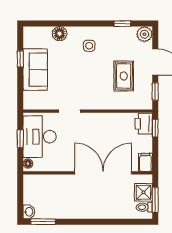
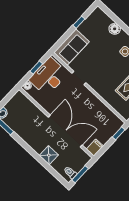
sofa: (35, 70) -> (71, 47), moved
printer: (144, 124) -> (114, 125), removed
shower: (143, 192) -> (49, 155), moved

